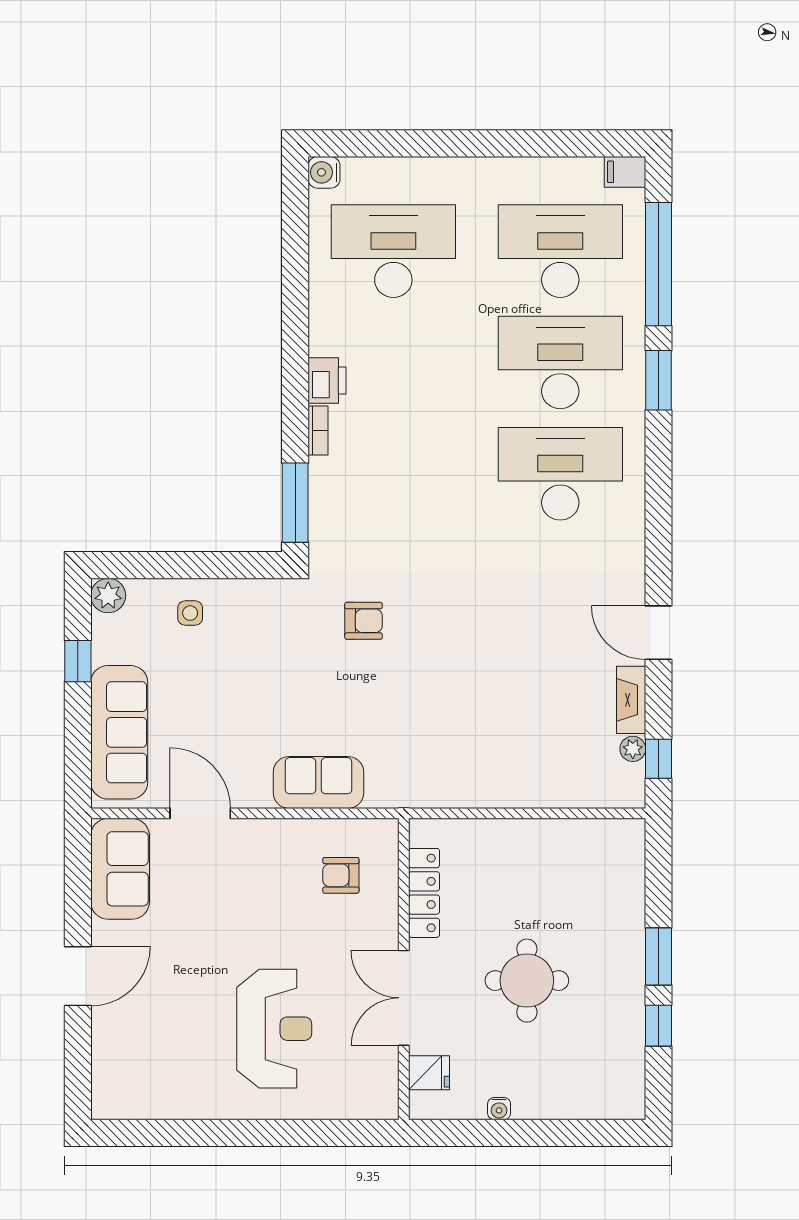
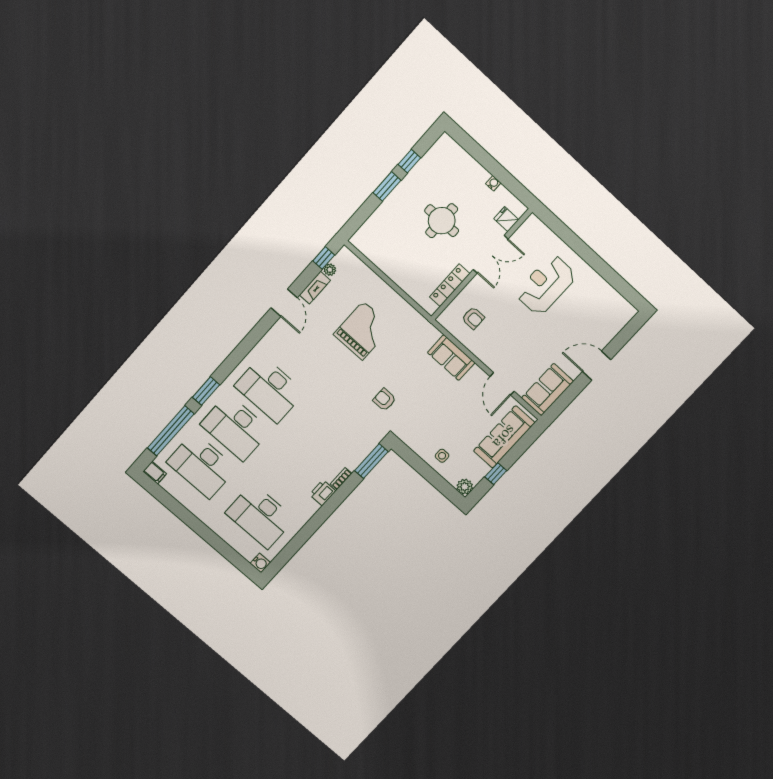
grand piano: (496, 700) -> (363, 331), added

